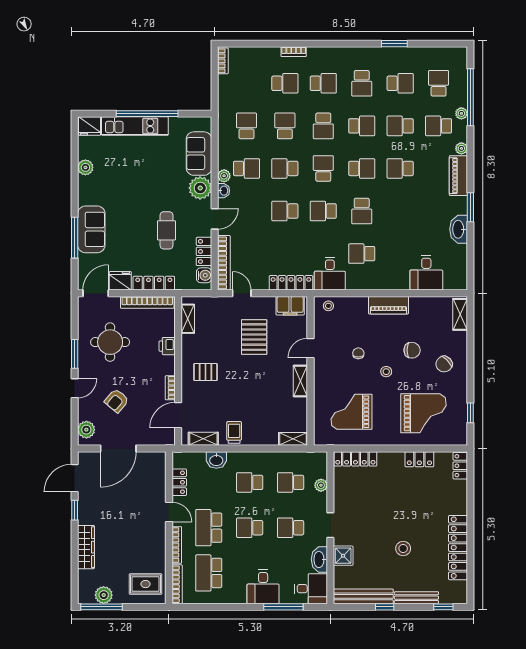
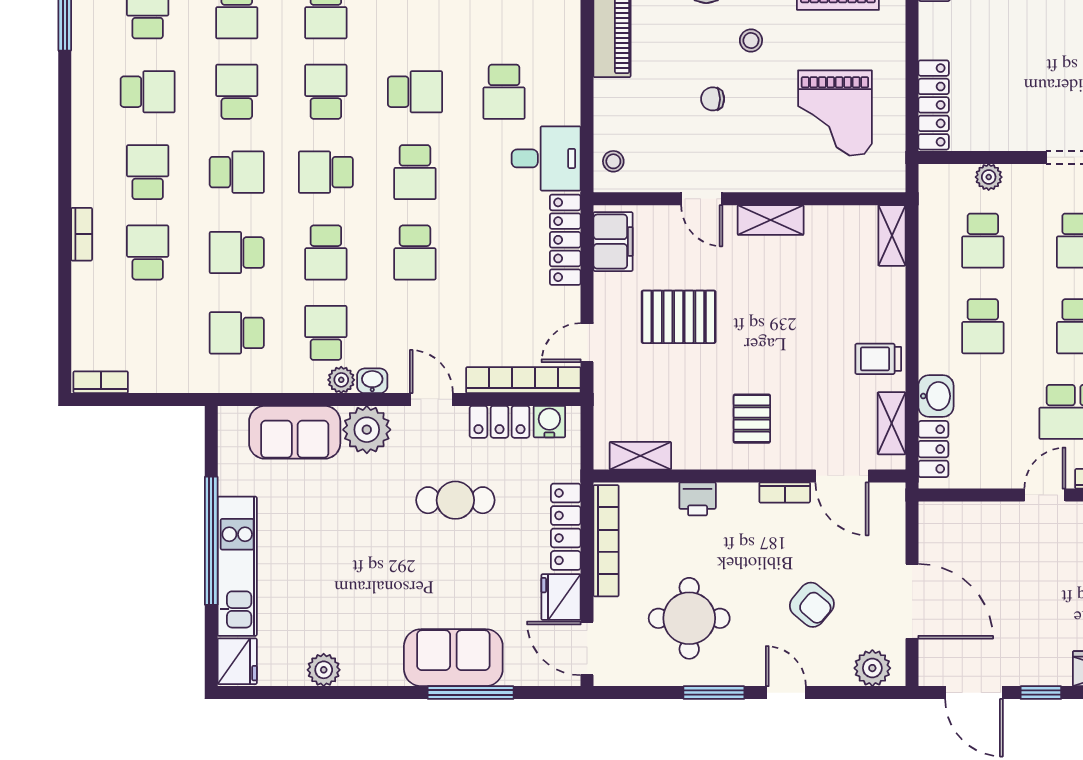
locker: (179, 482) -> (933, 449), moved, turned 90

